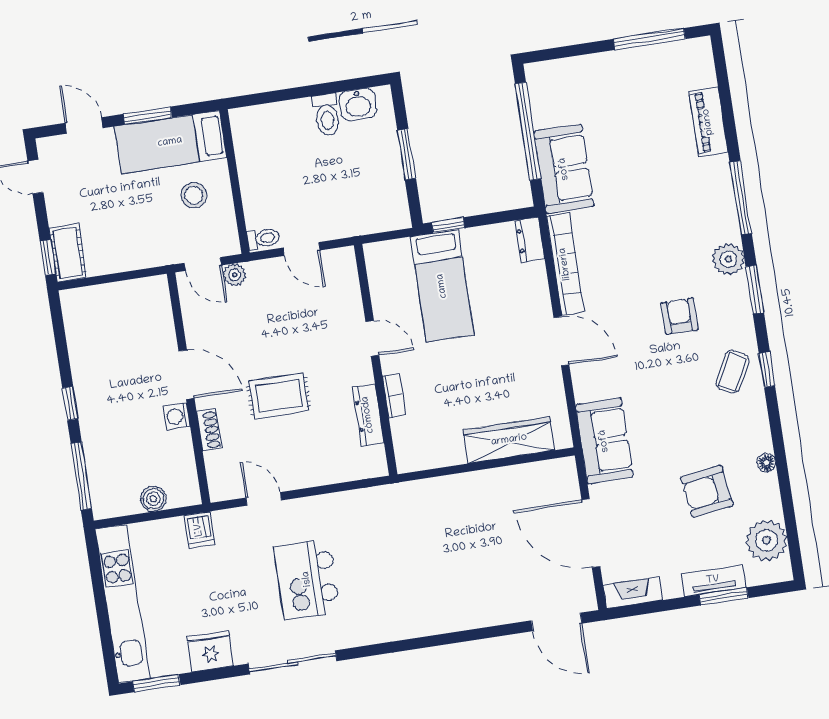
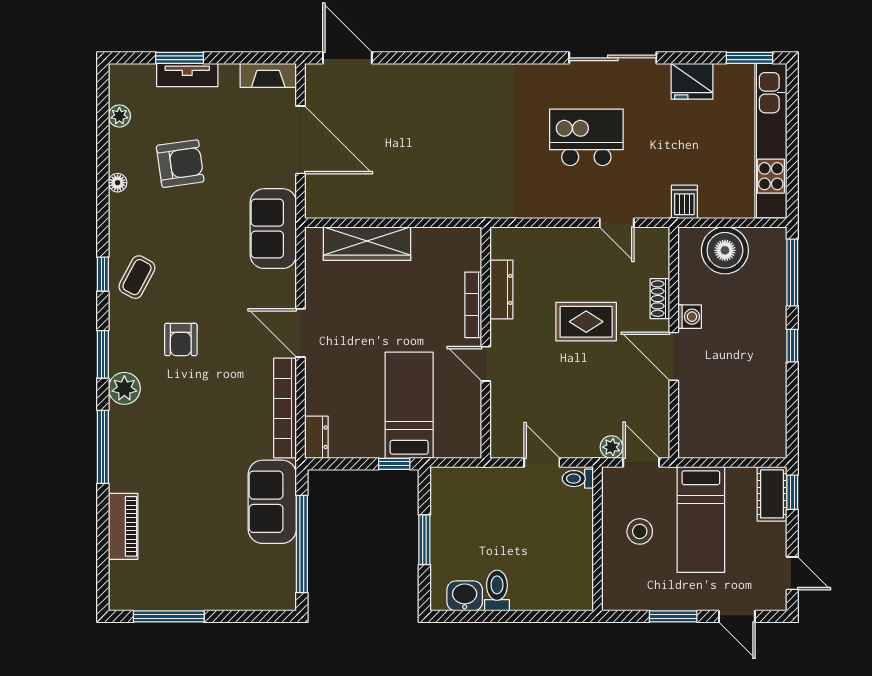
bed: (170, 142) -> (701, 519), moved, turned 90
bookcase: (394, 395) -> (473, 305), width x1.56
boiler: (153, 499) -> (725, 250), width x1.86, depth x1.86
plant: (767, 540) -> (119, 116), width x0.53, depth x0.53
kitchen island: (307, 579) -> (586, 137), turned -90

